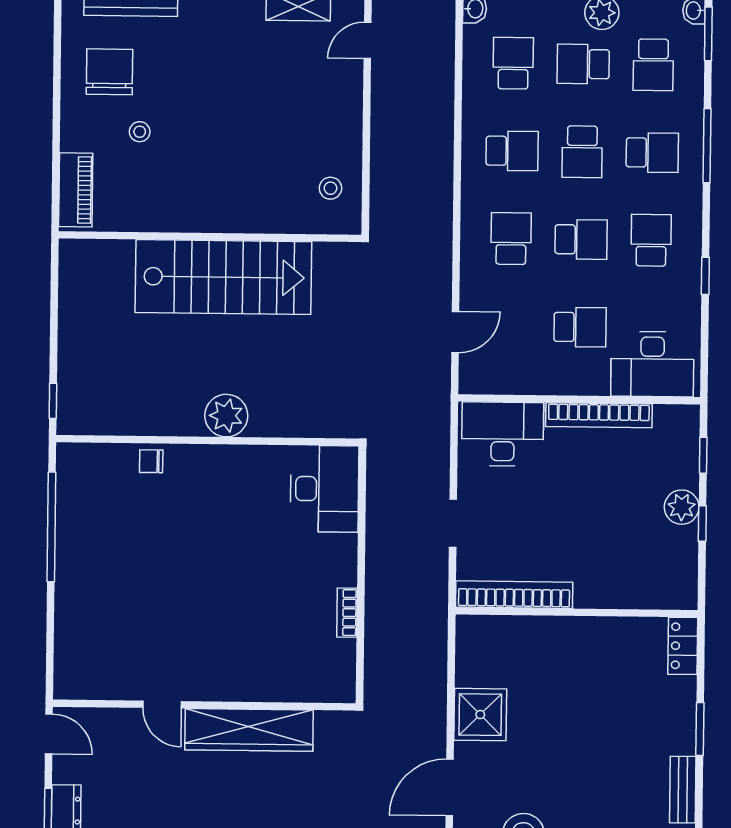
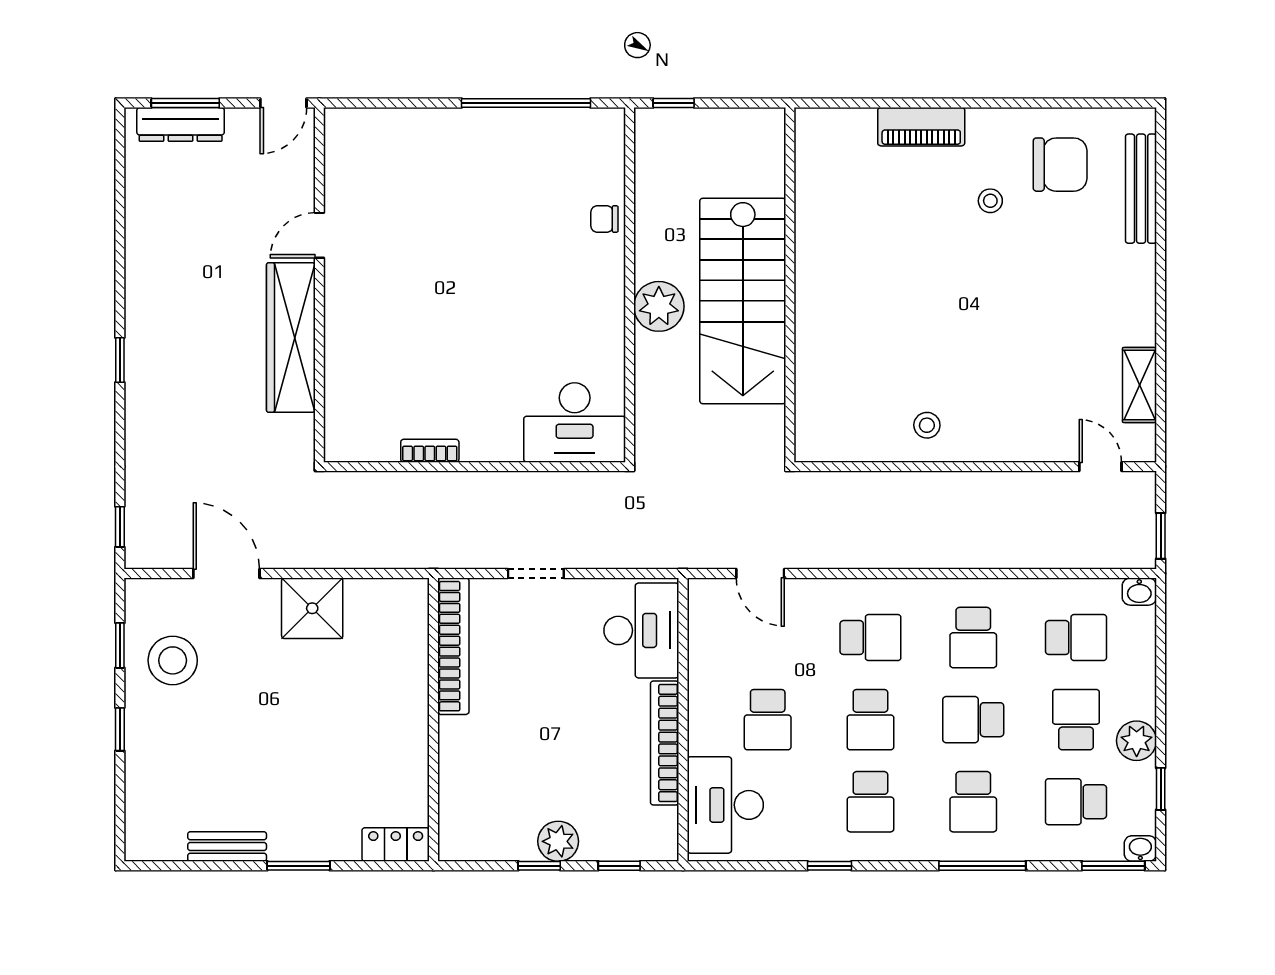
wall: (210, 237) -> (790, 285), moved
school desk: (651, 240) -> (870, 802), turned 90
stairs: (223, 277) -> (743, 301), moved
chair: (151, 461) -> (604, 219), turned -90

